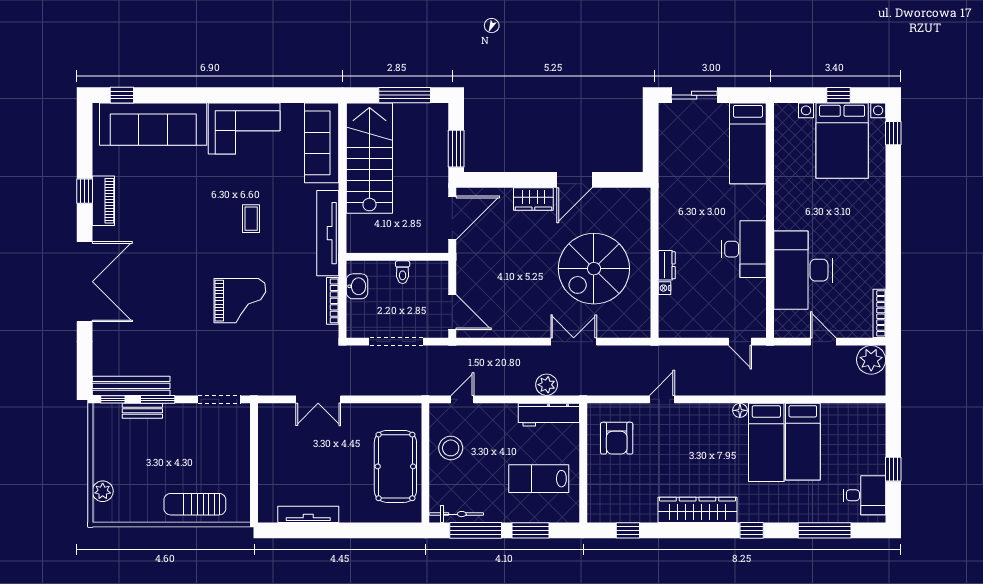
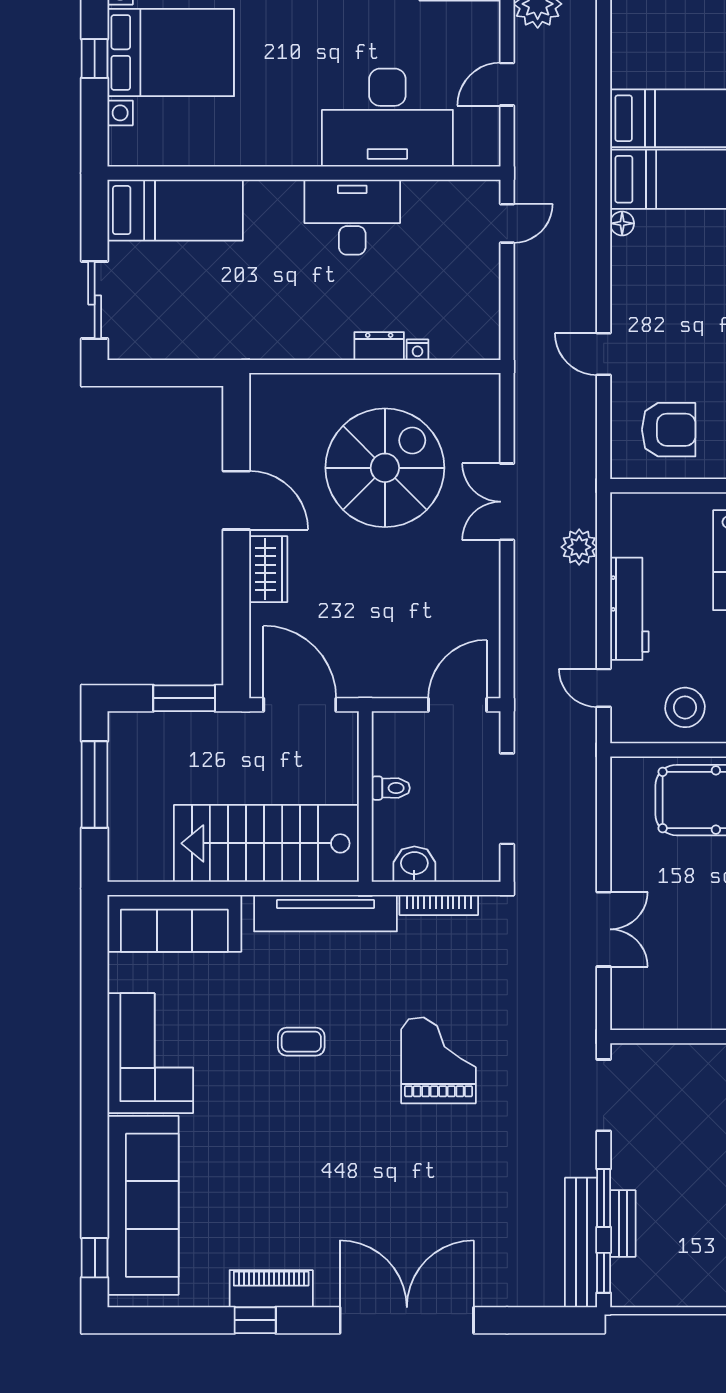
stairs: (369, 158) -> (266, 843), moved
spiral stairs: (594, 269) -> (385, 468), turned -90
workbench: (549, 415) -> (629, 609), moved

